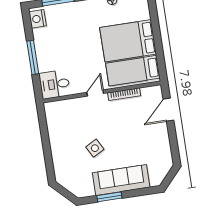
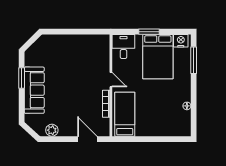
bed: (128, 41) -> (158, 57), moved, turned 180
window: (33, 57) -> (149, 32), width x0.69
side table: (95, 148) -> (64, 72), removed
plant: (165, 152) -> (52, 130), added

